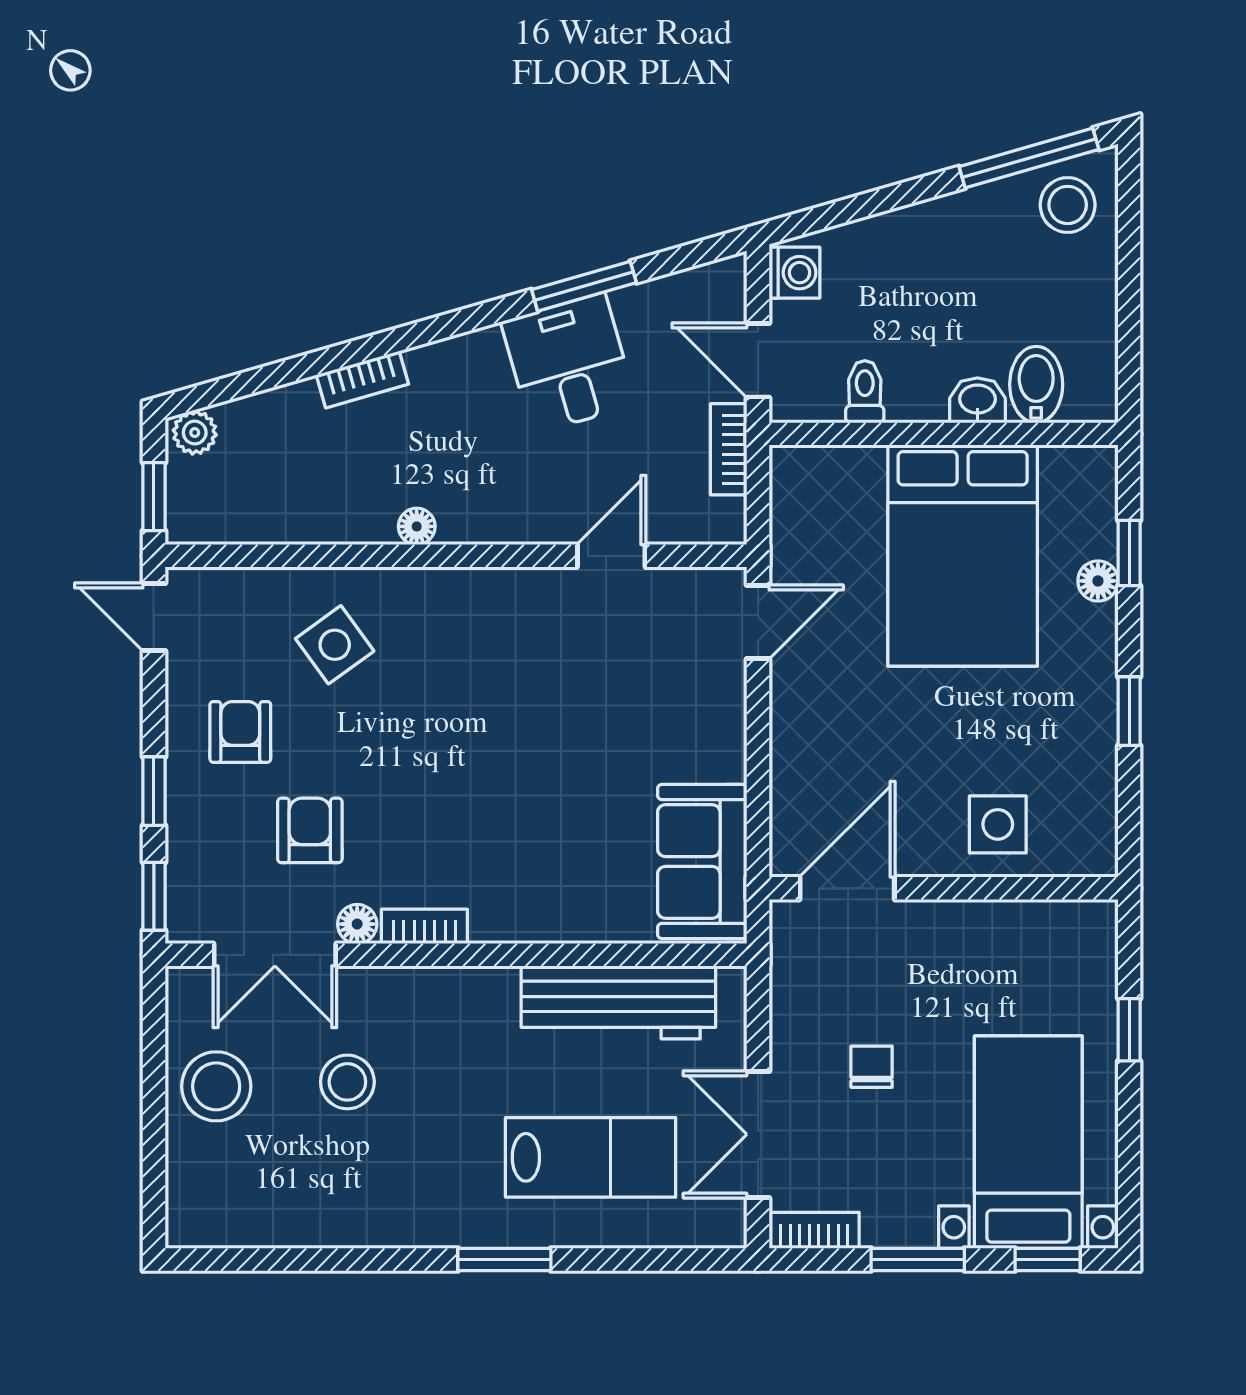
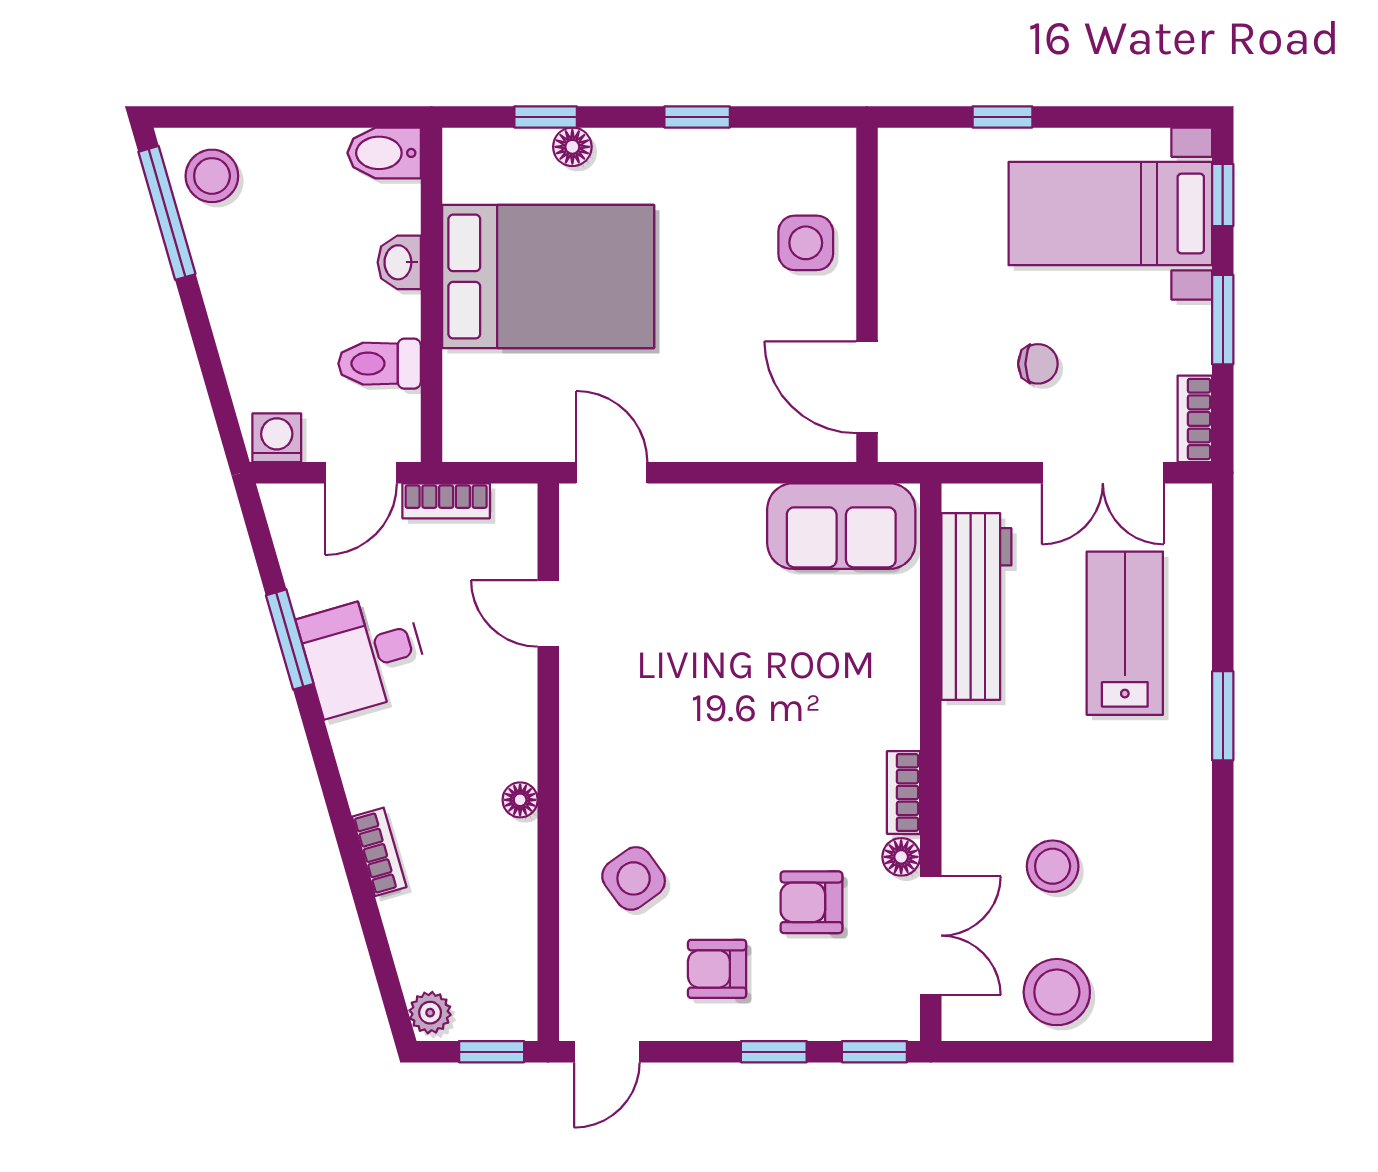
bidet: (1036, 385) -> (384, 153), moved
toilet: (865, 392) -> (380, 364), width x1.37, depth x1.39
chair: (872, 1067) -> (1038, 364), turned 180

